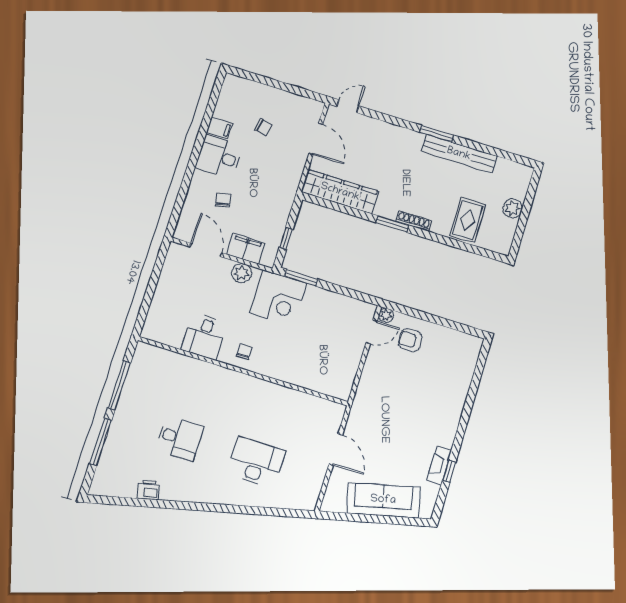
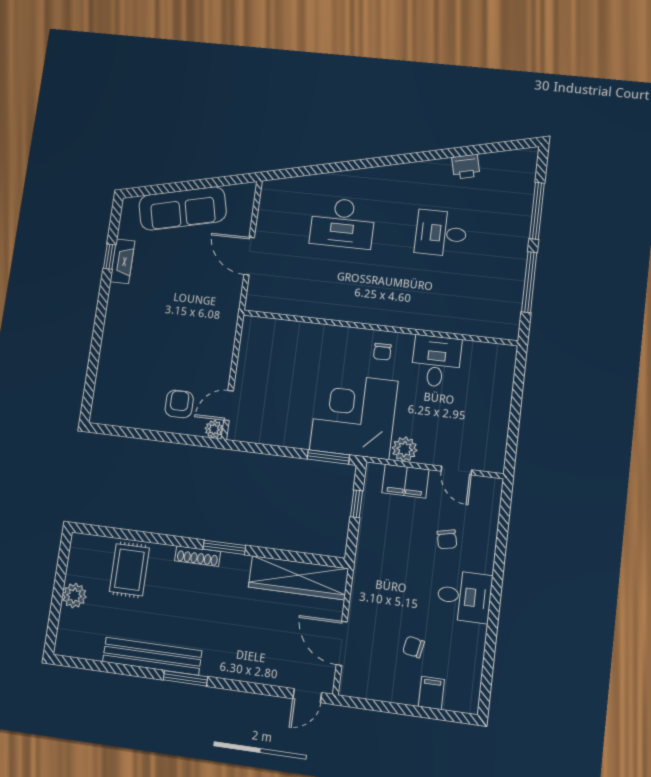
filing cabinet: (219, 128) -> (431, 693), moved, turned 90
door: (206, 250) -> (456, 470), width x0.73
corner desk: (278, 298) -> (354, 416), width x1.36, depth x1.36
armchair: (410, 340) -> (179, 404), turned -90

